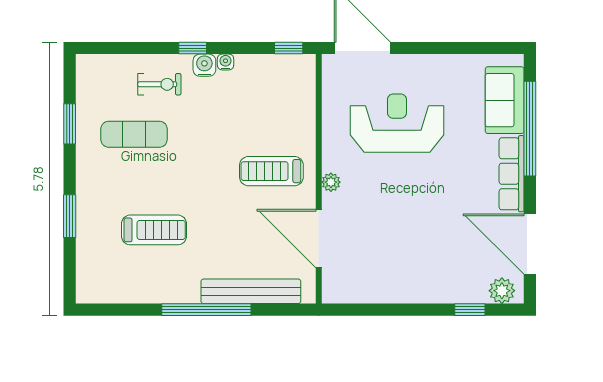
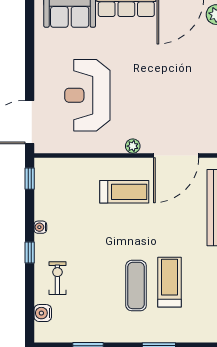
water cooler: (204, 65) -> (43, 313), moved
exercise mat: (134, 134) -> (136, 286), moved
treadmill: (271, 171) -> (124, 192), turned -90

